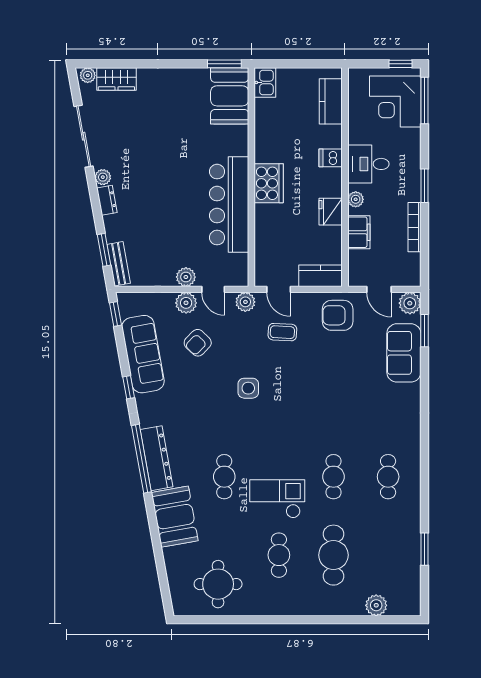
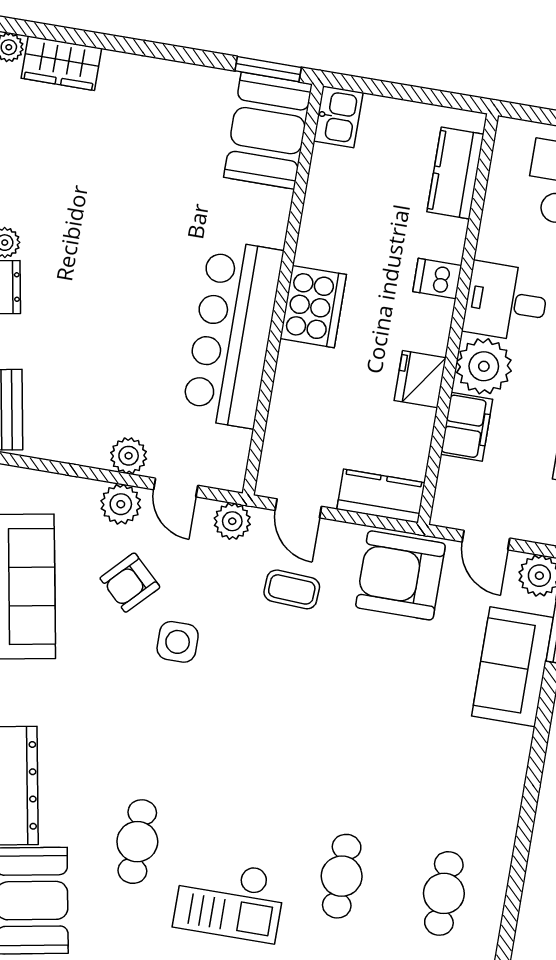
plant: (356, 199) -> (484, 366), width x1.88, depth x1.88
armchair: (338, 315) -> (400, 575), width x1.36, depth x1.36
side table: (248, 388) -> (178, 642), moved
checkout: (277, 499) -> (229, 900), turned 180

